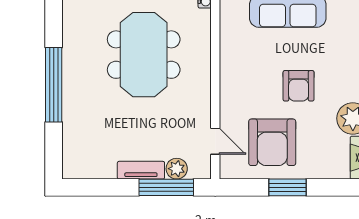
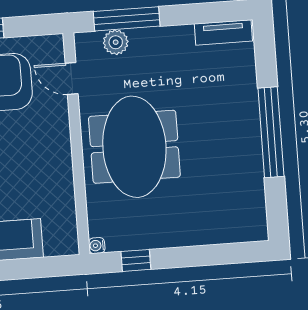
meeting table: (144, 55) -> (134, 147), moved
tv unit: (141, 170) -> (223, 32), moved

